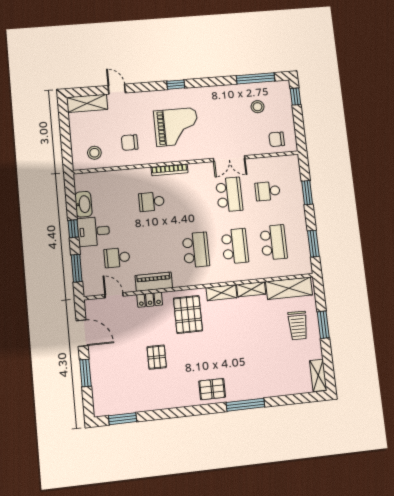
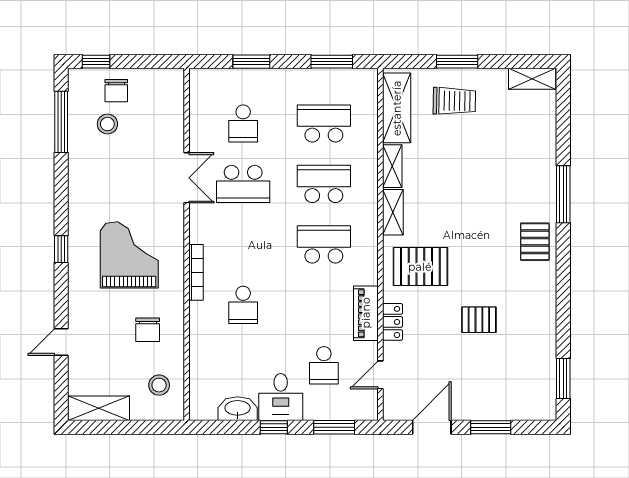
shelving: (87, 103) -> (99, 408), moved, turned 90
chair: (277, 139) -> (116, 91), moved
school desk: (229, 195) -> (243, 184), turned 180

